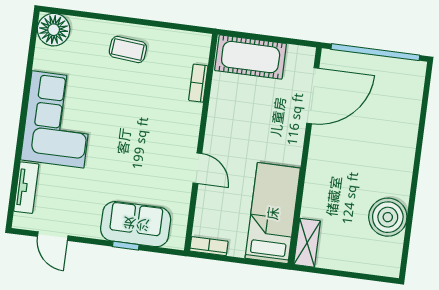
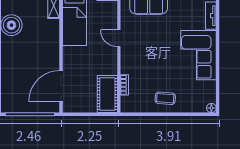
floor lamp: (54, 30) -> (211, 108), width x0.53, depth x0.53
cot: (251, 57) -> (107, 94), moved, turned 90

